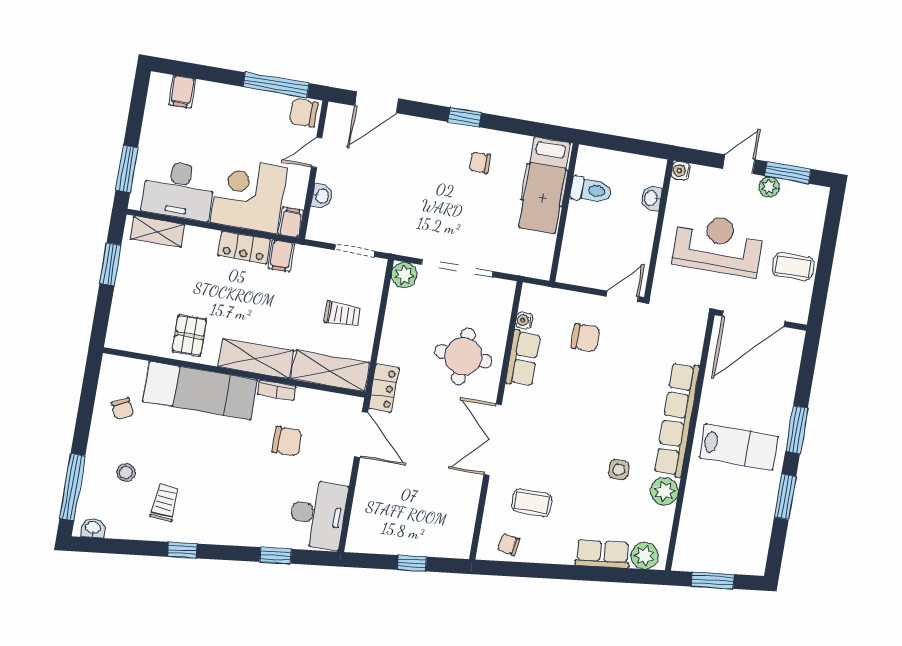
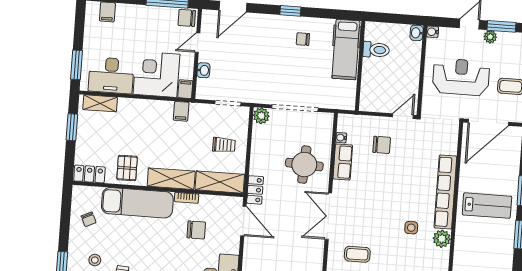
washbasin: (651, 198) -> (417, 33), moved
locker: (244, 247) -> (89, 174), moved, turned 180

